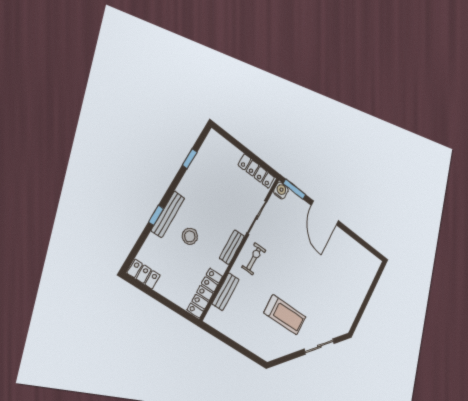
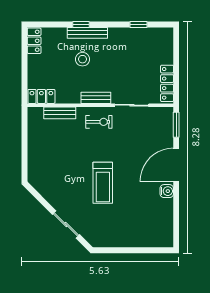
water cooler: (281, 191) -> (167, 191), moved
locker: (205, 293) -> (41, 96), width x0.66
treadmill: (285, 315) -> (103, 183), moved

